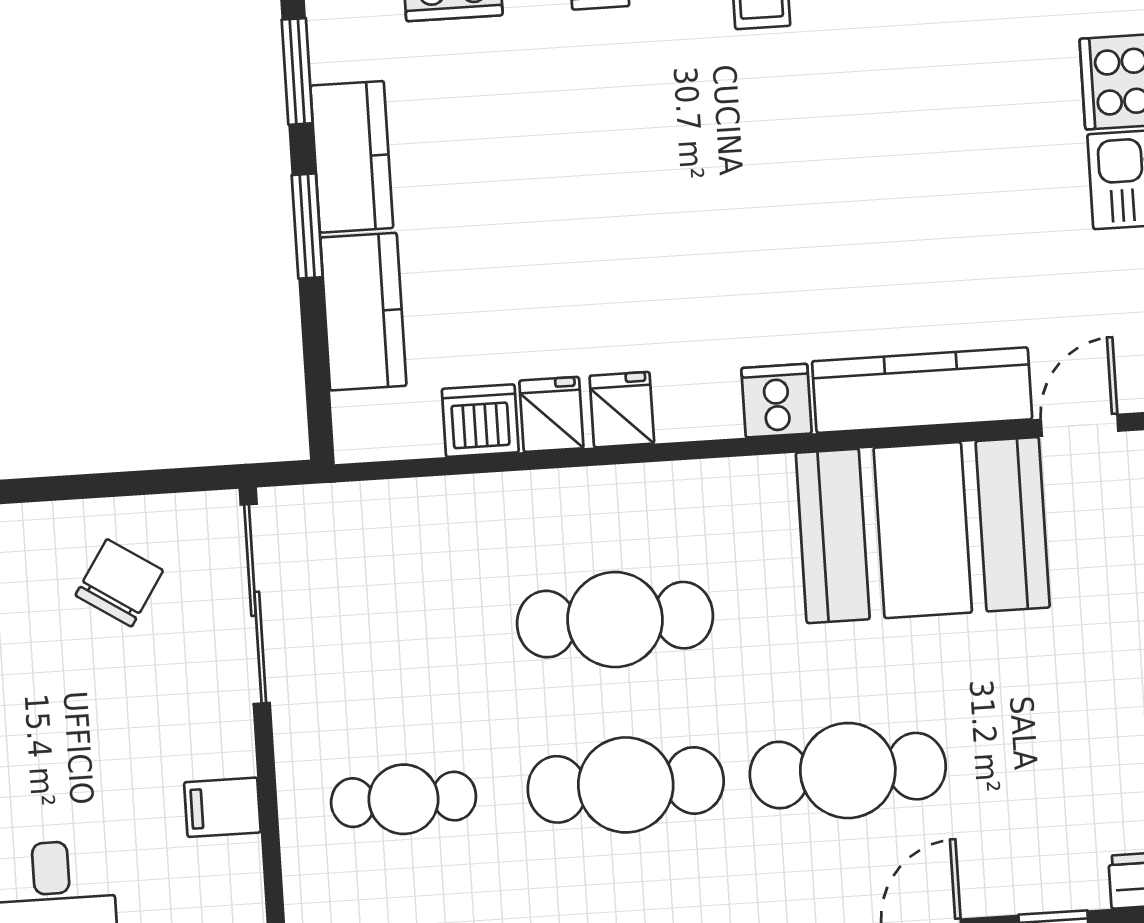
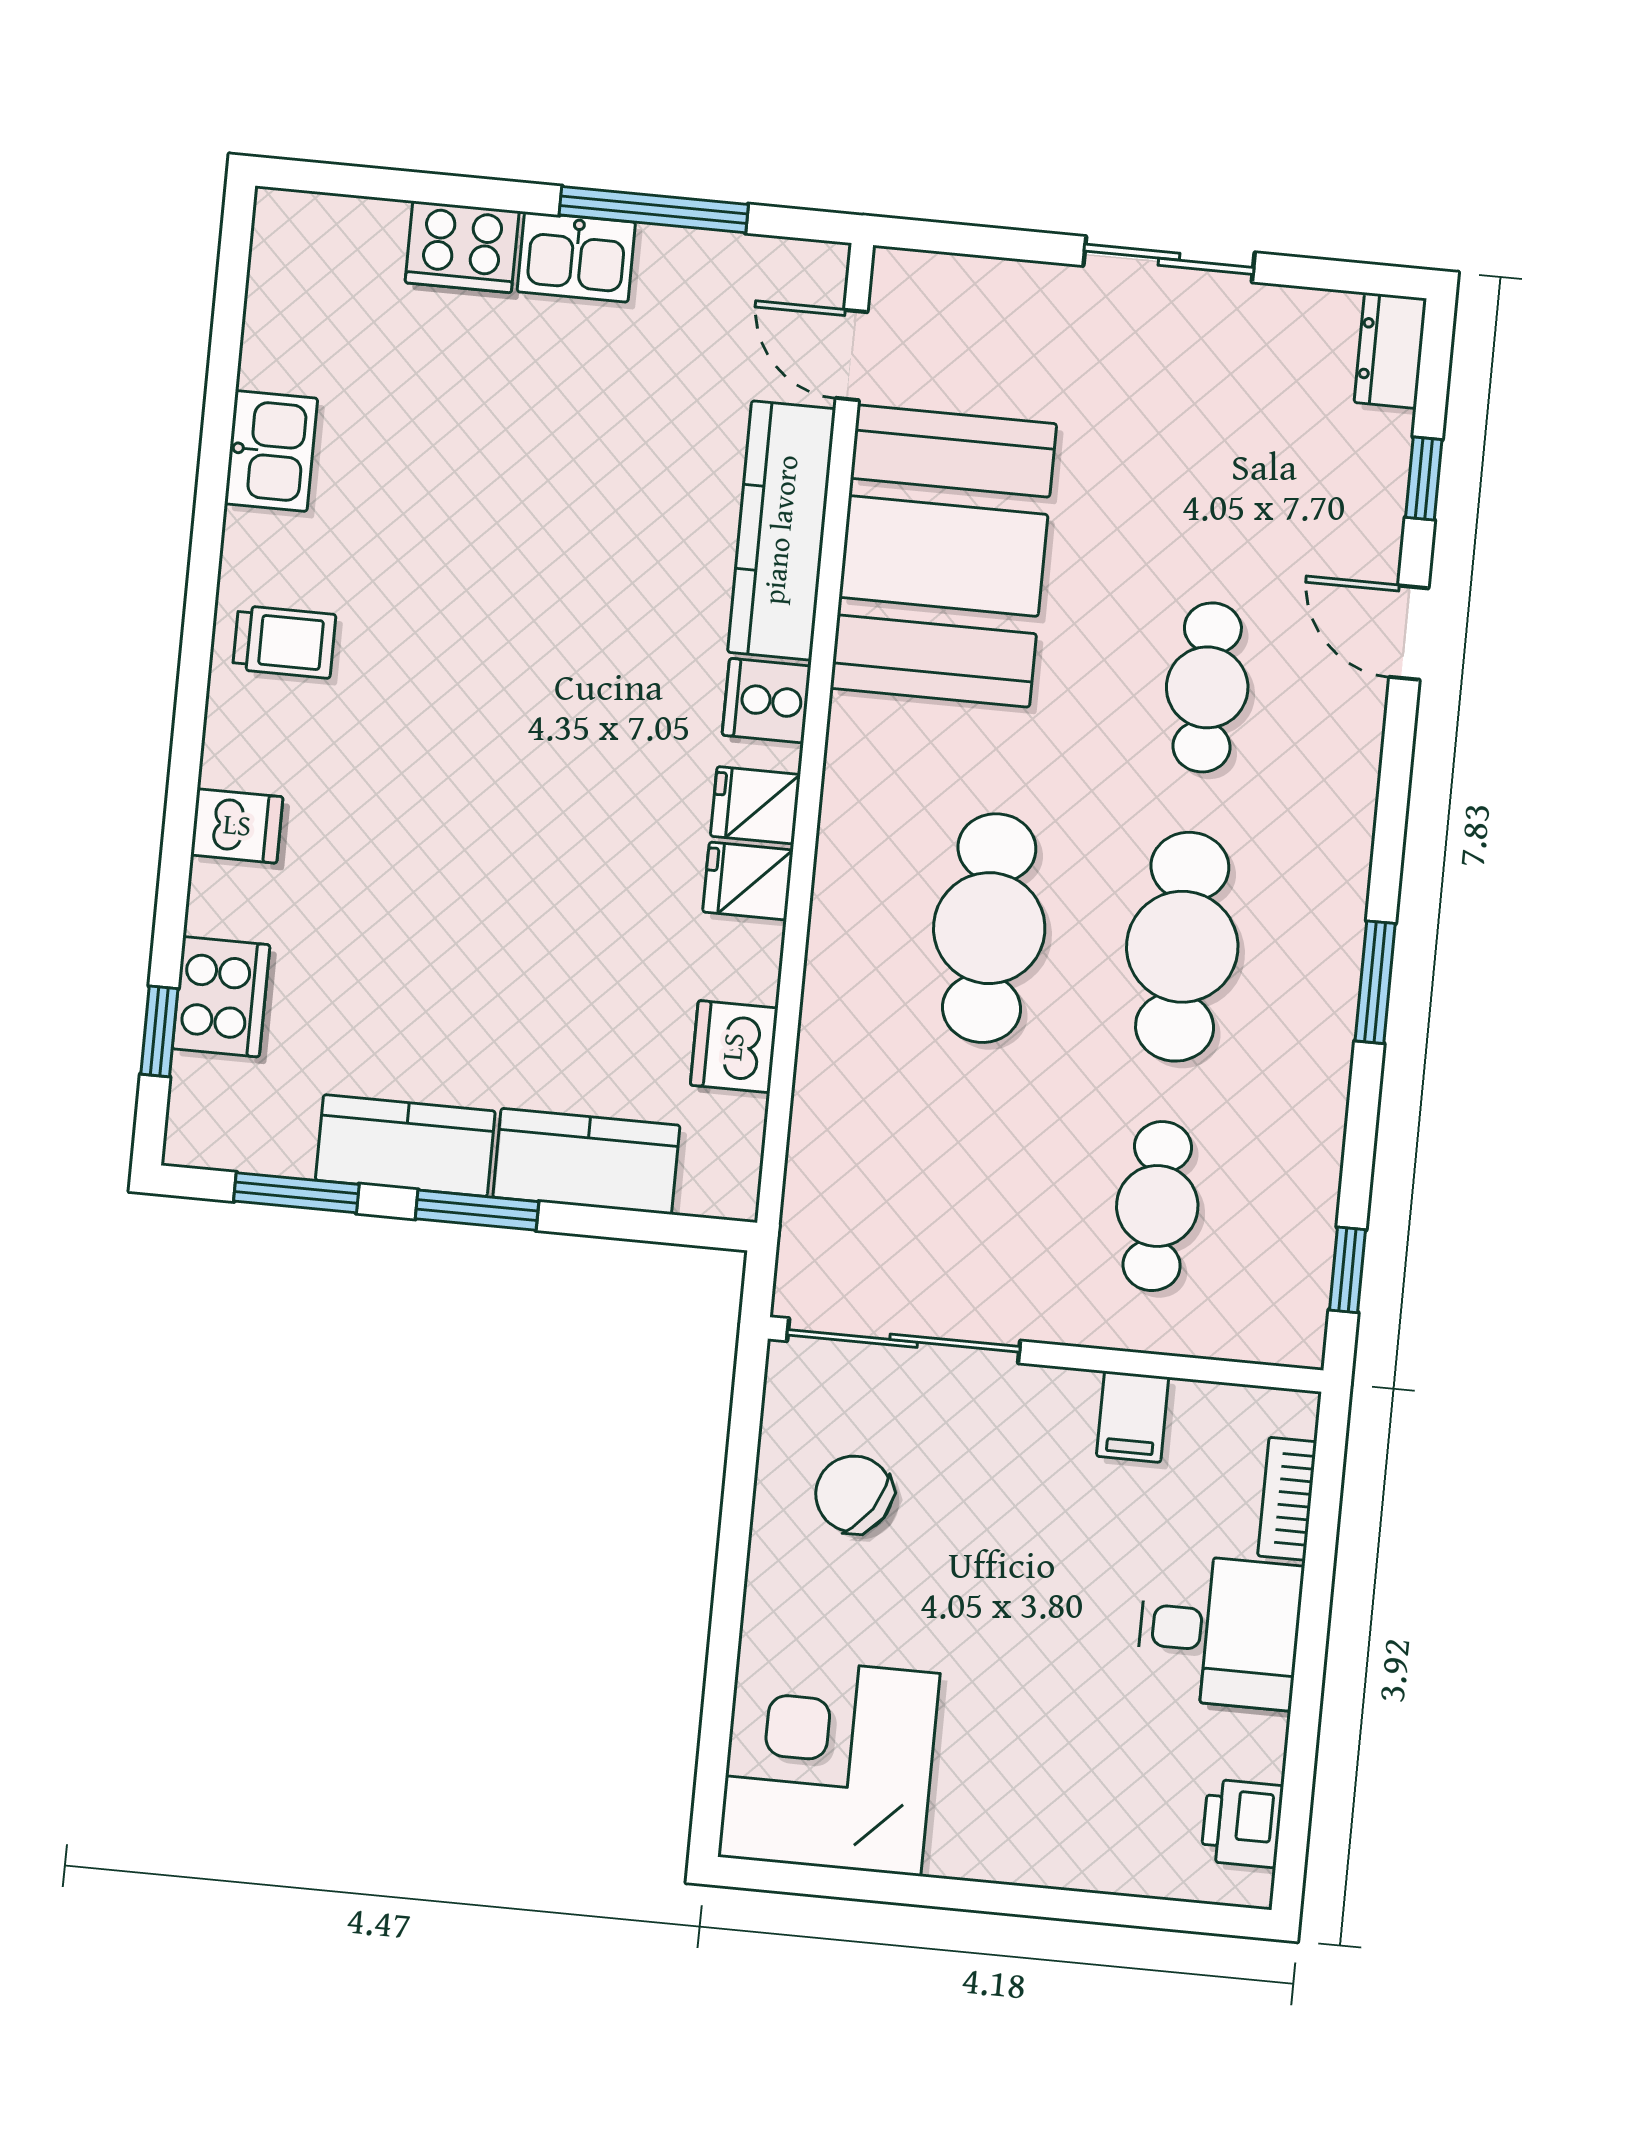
fridge: (551, 414) -> (755, 805), moved
cafe table: (848, 771) -> (1207, 687), width x0.73, depth x0.74

